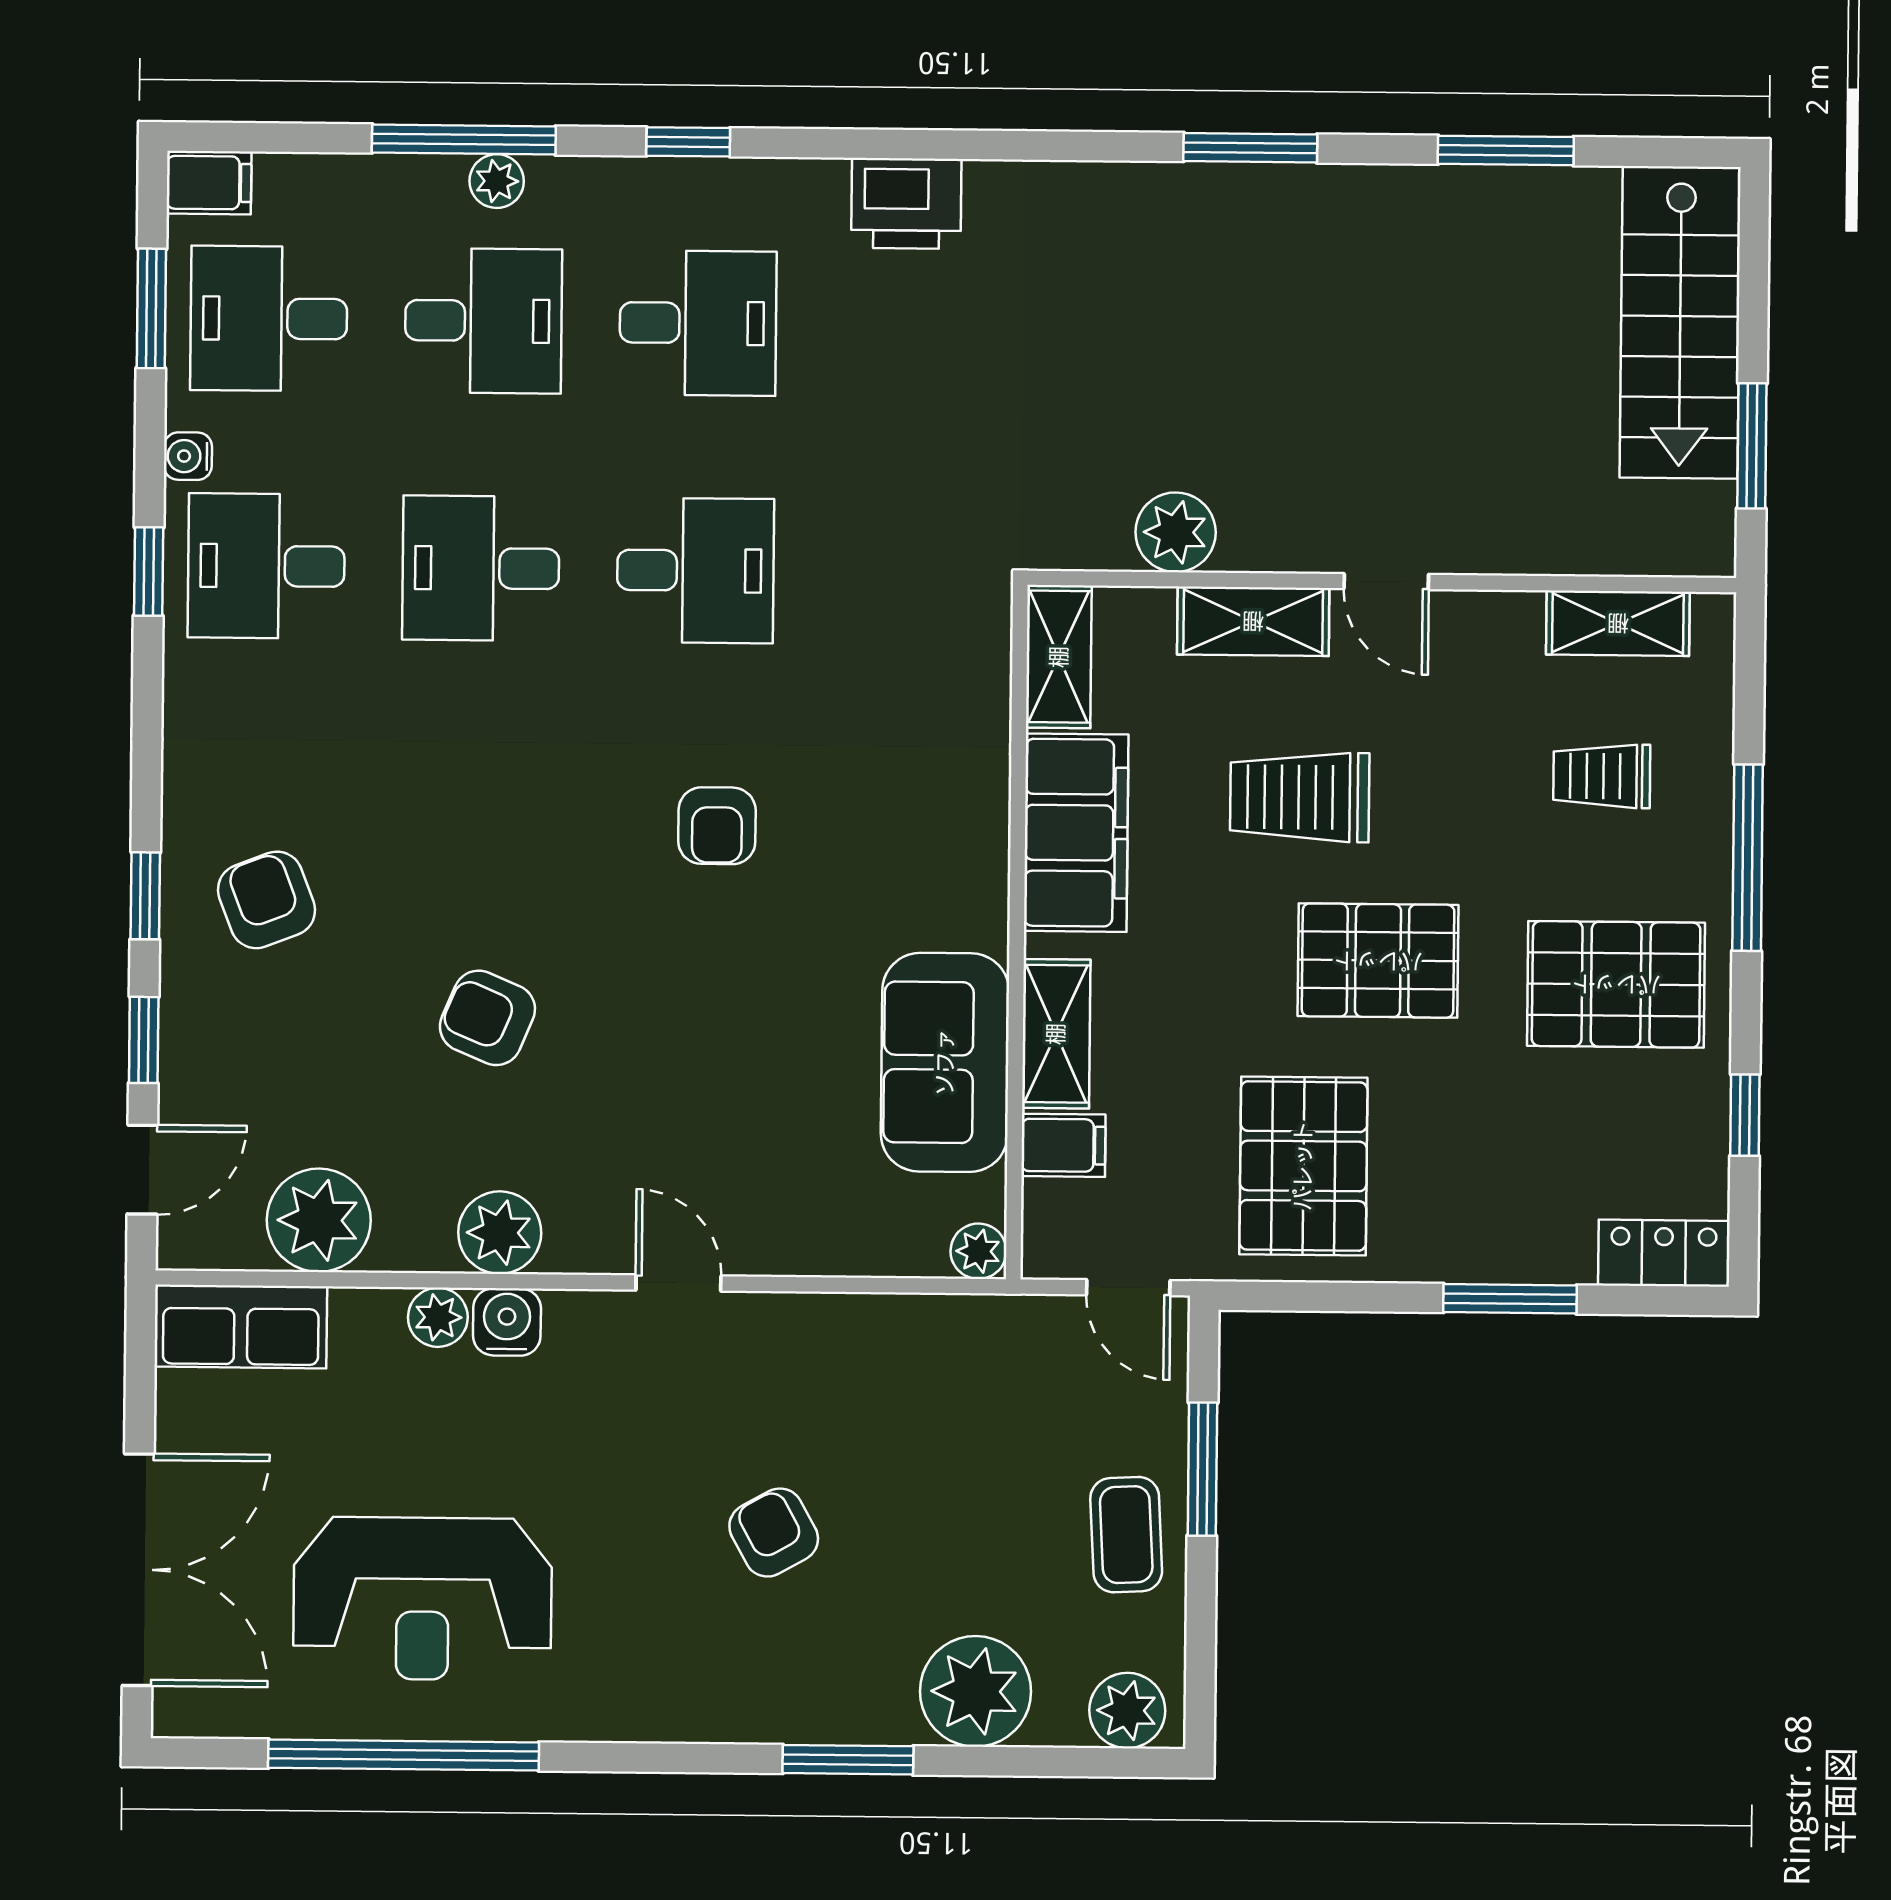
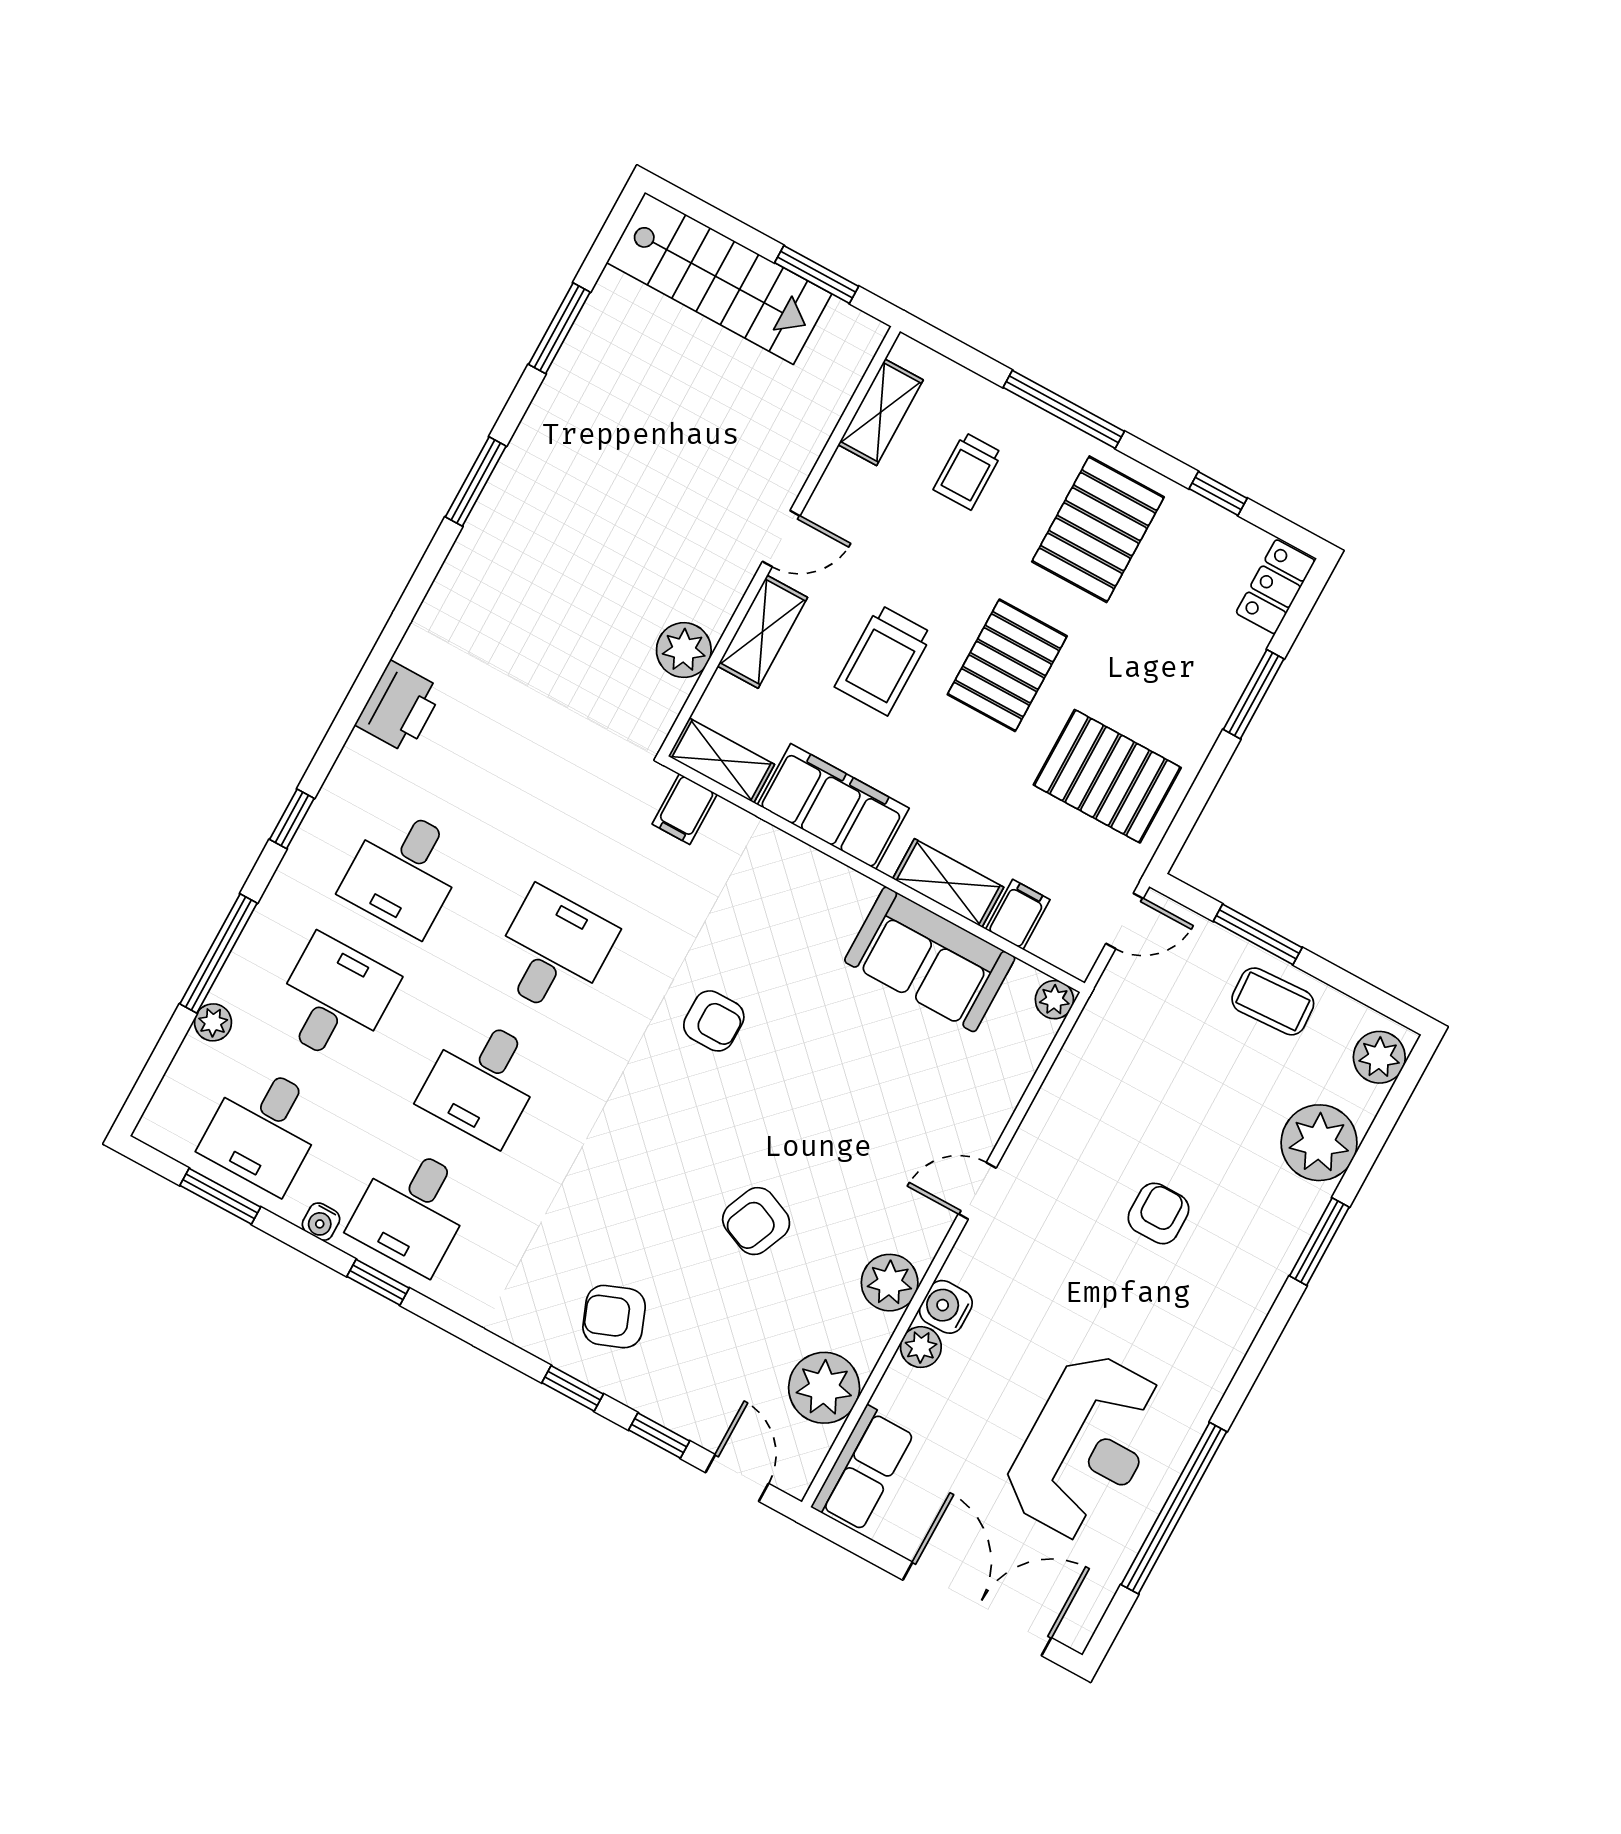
plant: (497, 181) -> (213, 1022), moved
filing cabinet: (209, 183) -> (685, 809), moved, turned 180
desk: (698, 323) -> (404, 871), turned 180
armchair: (774, 1533) -> (1158, 1213), turned 119

